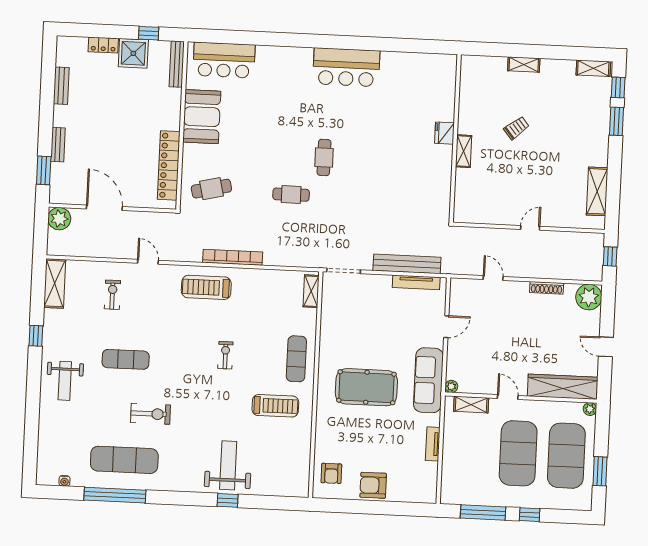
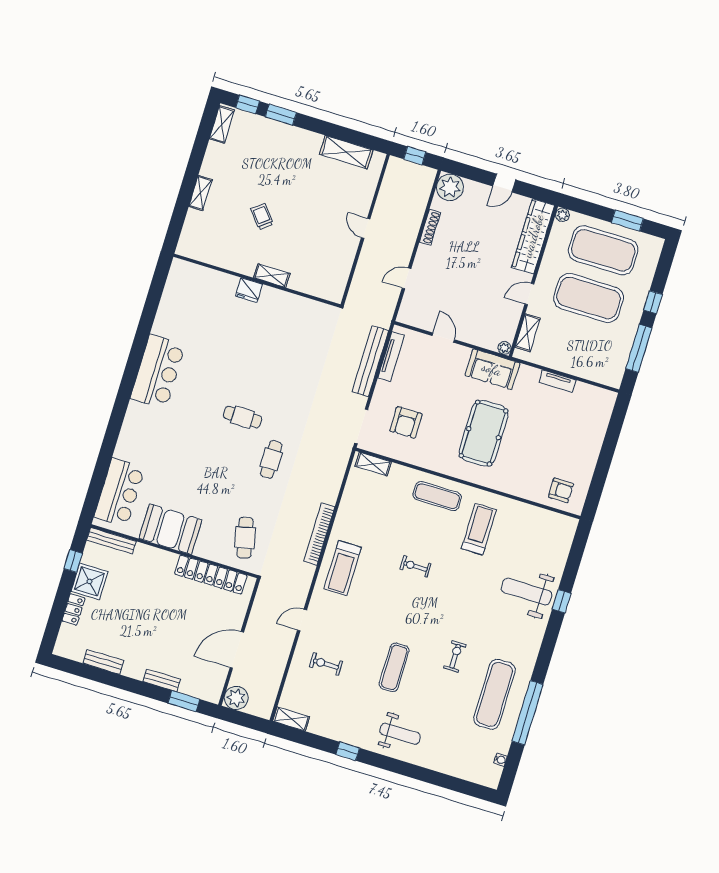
shelving: (55, 283) -> (291, 719), width x0.67, depth x0.75
sofa: (428, 380) -> (492, 369), width x0.73
exercise bike: (150, 414) -> (455, 656), width x0.73, depth x0.72
armchair: (373, 485) -> (406, 422), moved

